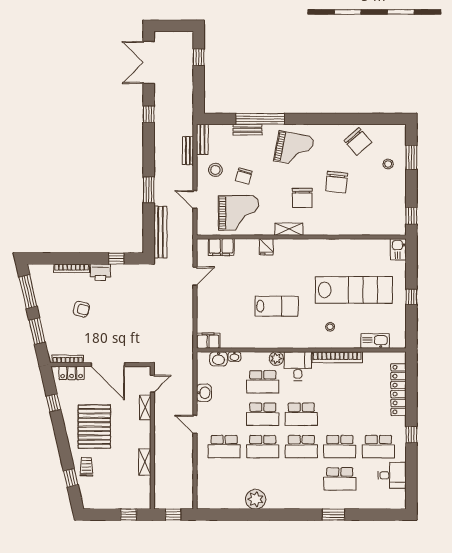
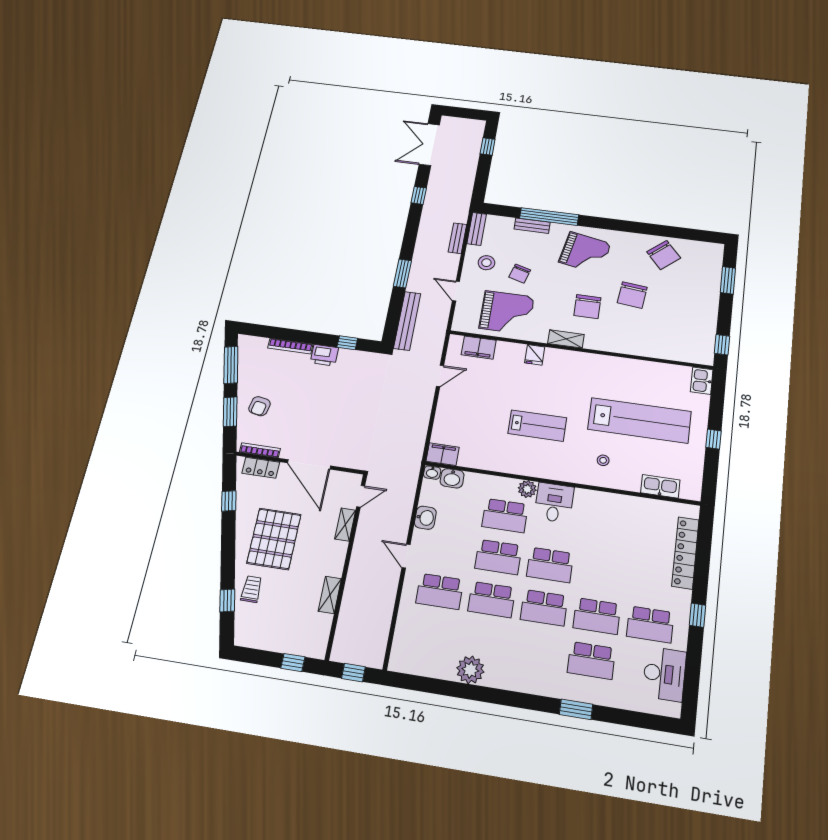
stool: (388, 164) -> (698, 284), removed
armchair: (81, 309) -> (260, 406), moved, turned 87
washbasin: (234, 357) -> (432, 473), moved
bookcase: (337, 357) -> (608, 499), removed
desk: (392, 475) -> (664, 674), width x1.37

